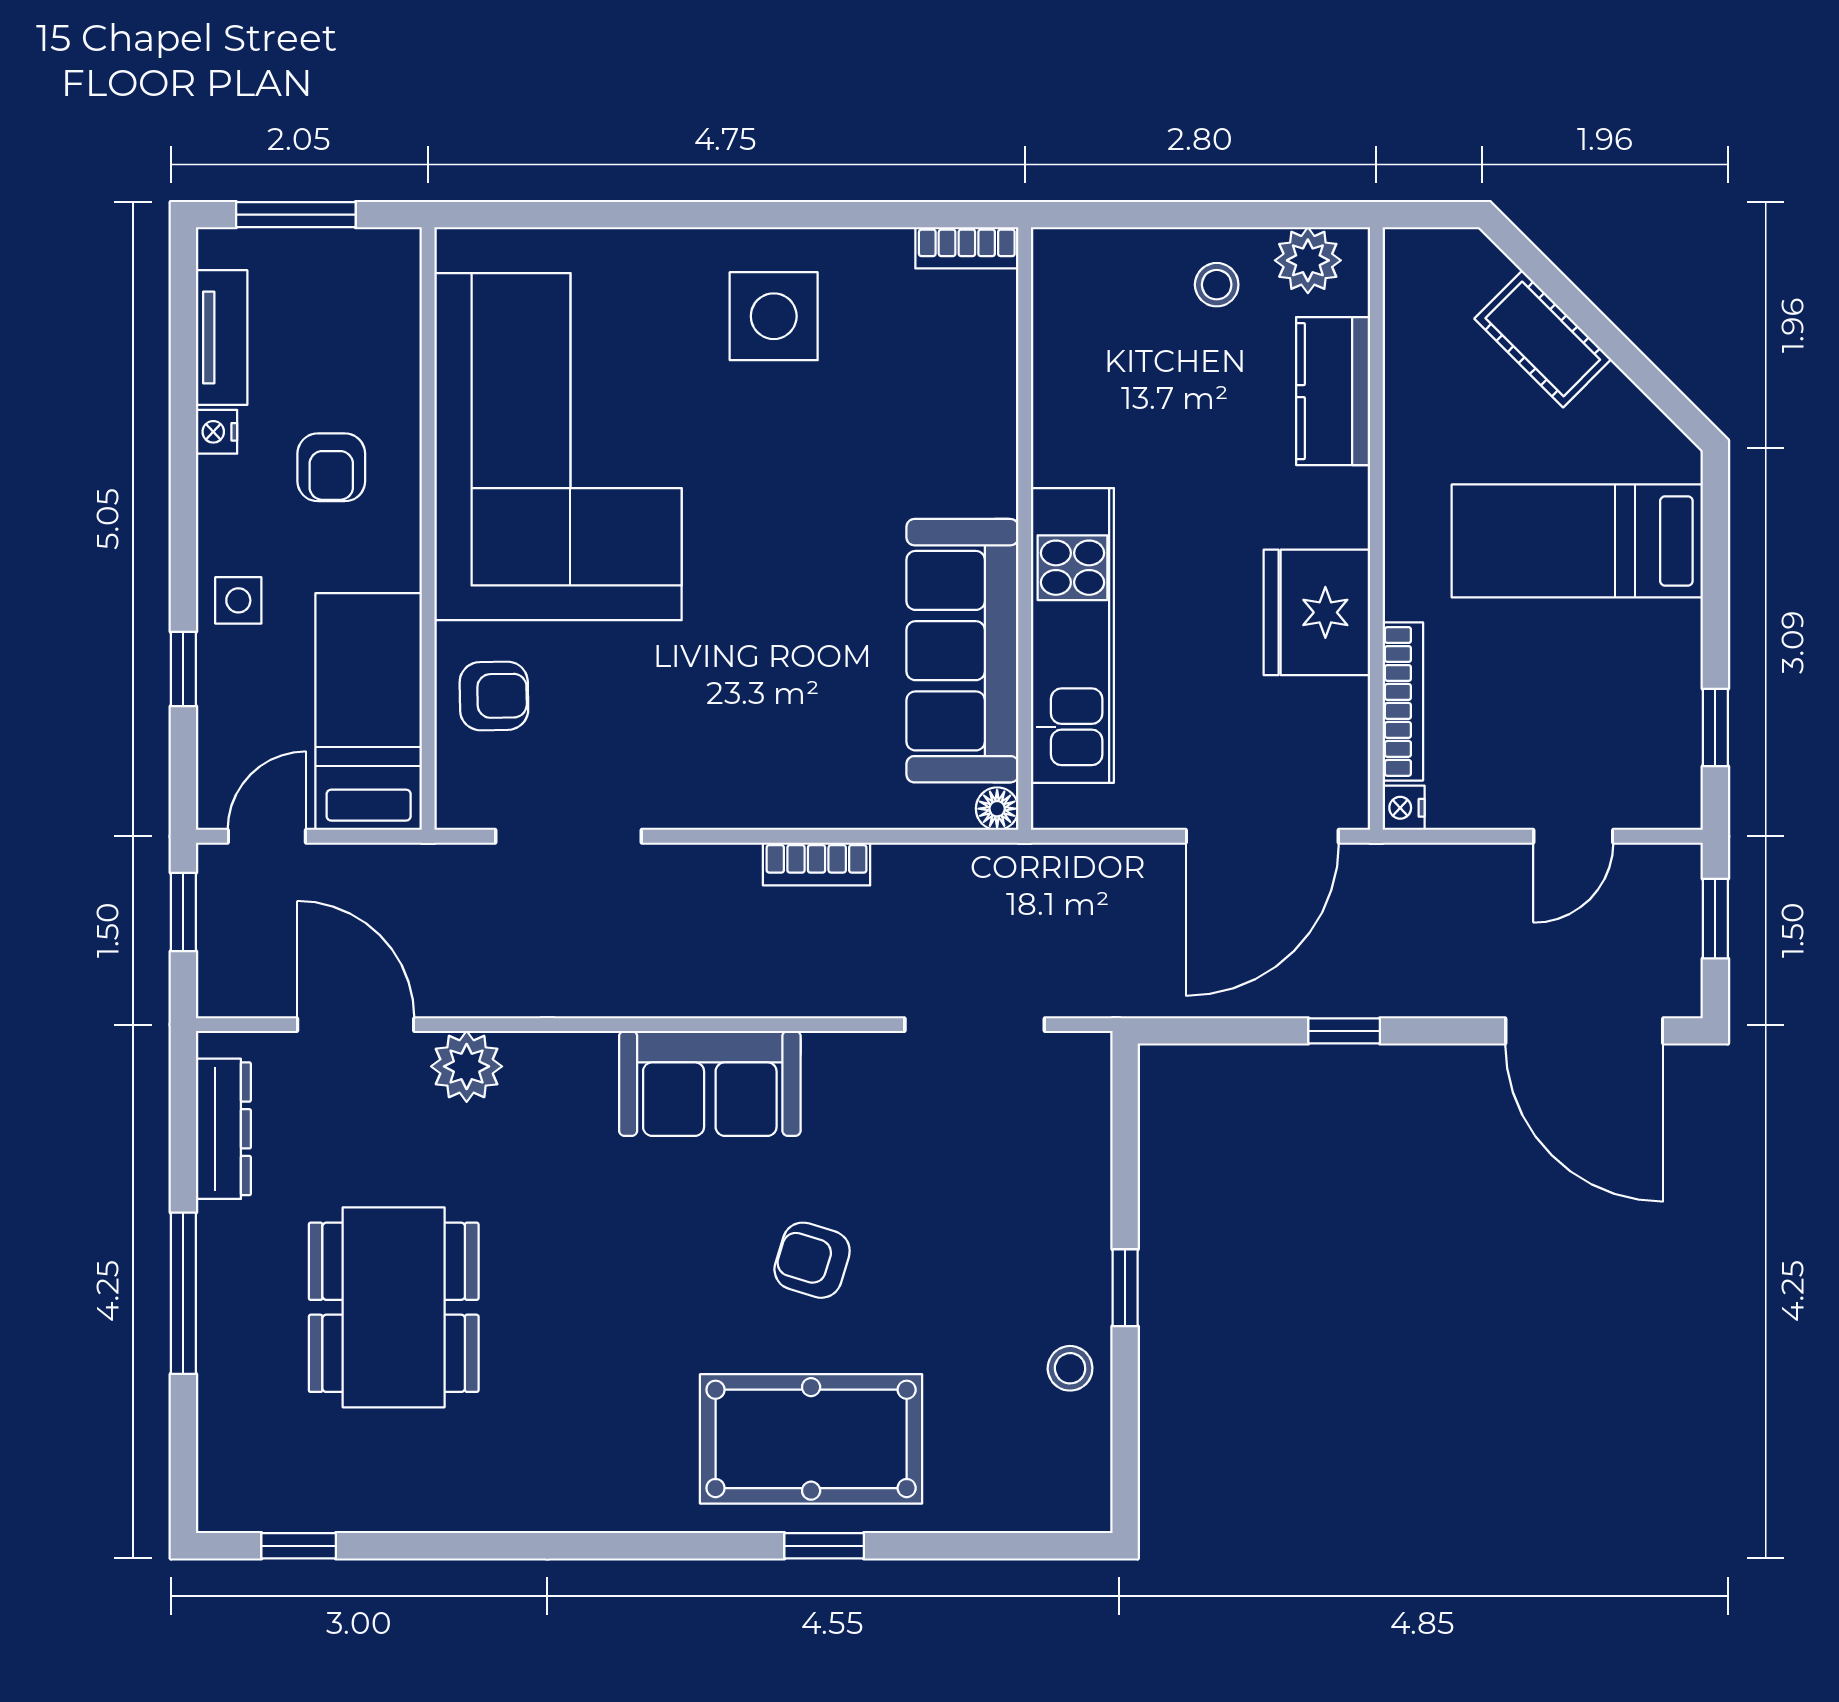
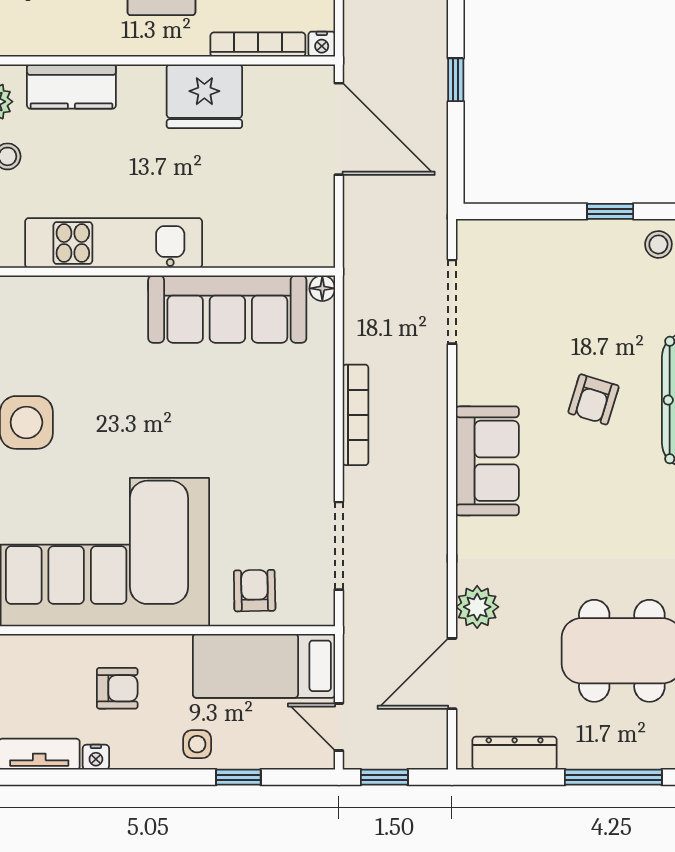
kitchen unit: (1072, 635) -> (114, 243), moved
bookcase: (817, 864) -> (356, 415), width x1.56

